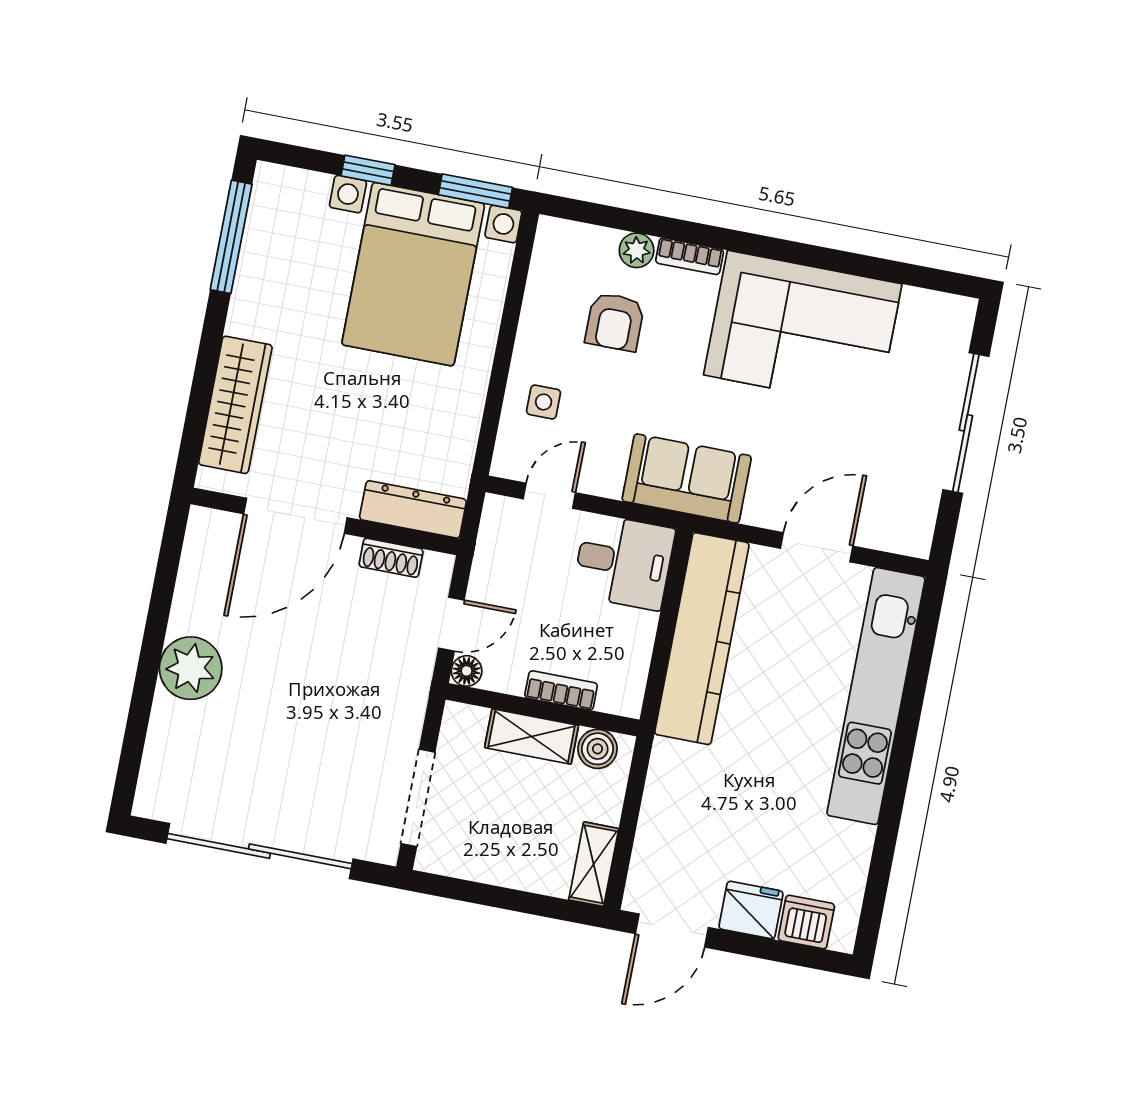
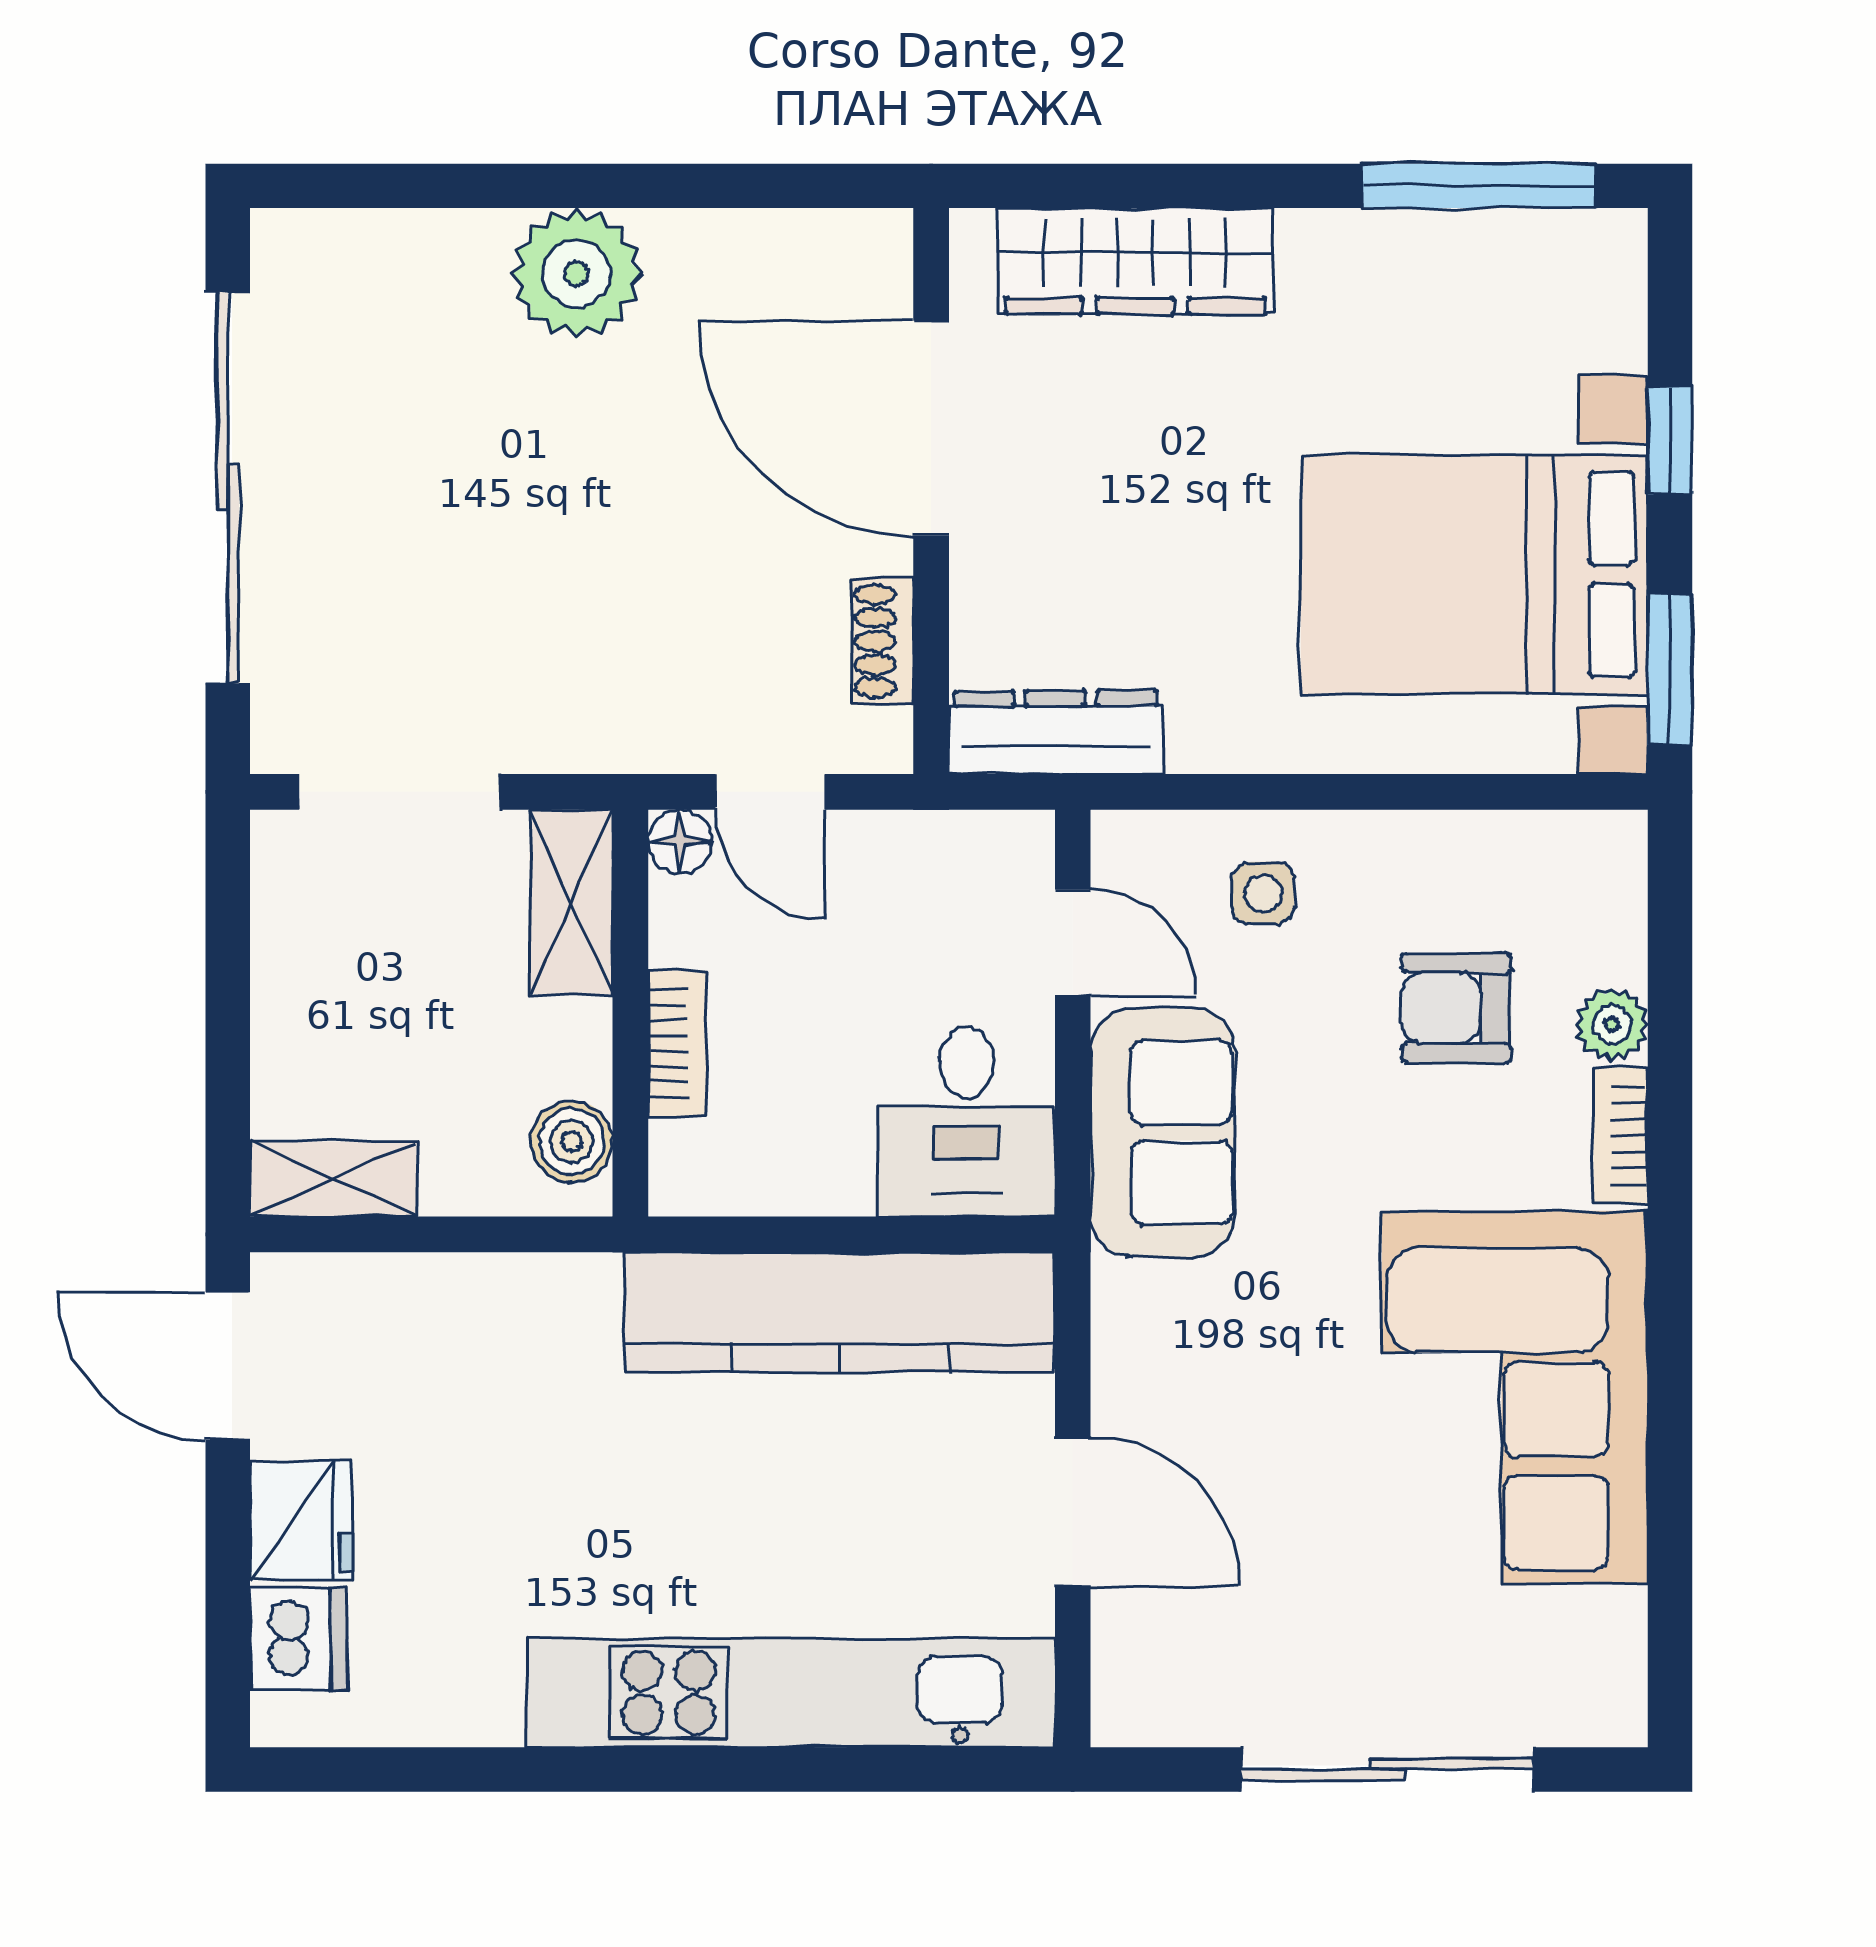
sofa: (687, 478) -> (1163, 1133), moved
dresser: (413, 509) -> (1056, 732), moved, turned -90
shelving: (532, 736) -> (571, 902), moved

